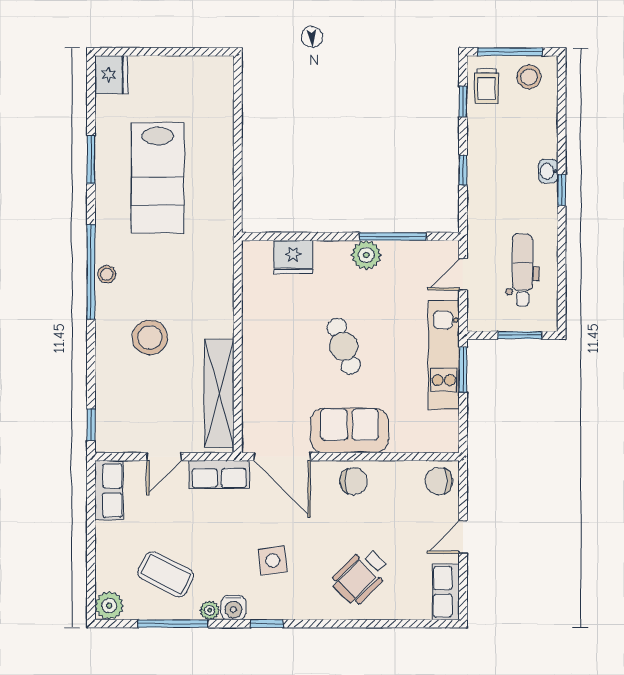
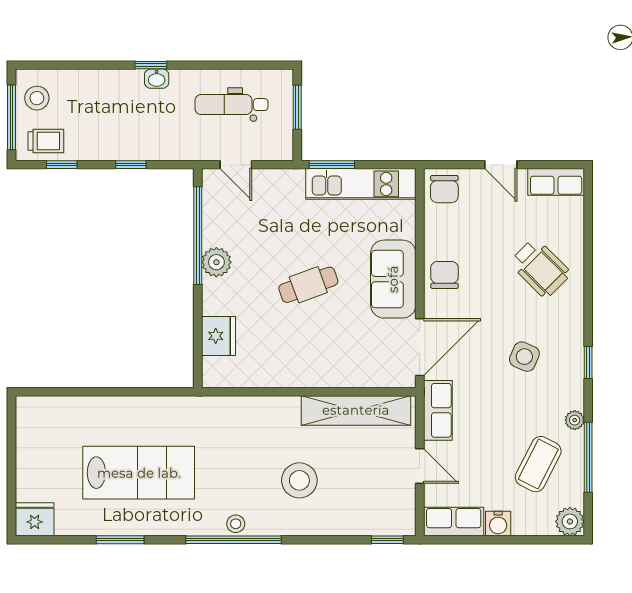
washbasin: (548, 171) -> (157, 79), moved
window: (393, 237) -> (198, 236), width x1.46
kitchen unit: (444, 355) -> (361, 184), moved
side table: (273, 560) -> (524, 357), turned 30
water cooler: (233, 608) -> (498, 523), moved, turned 90

